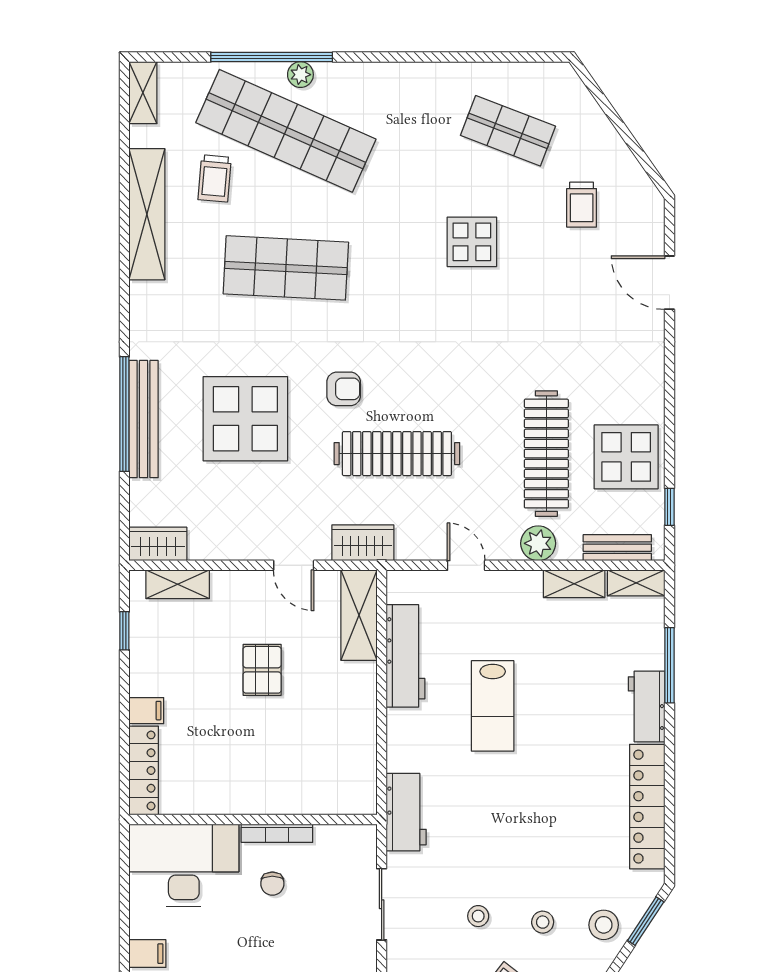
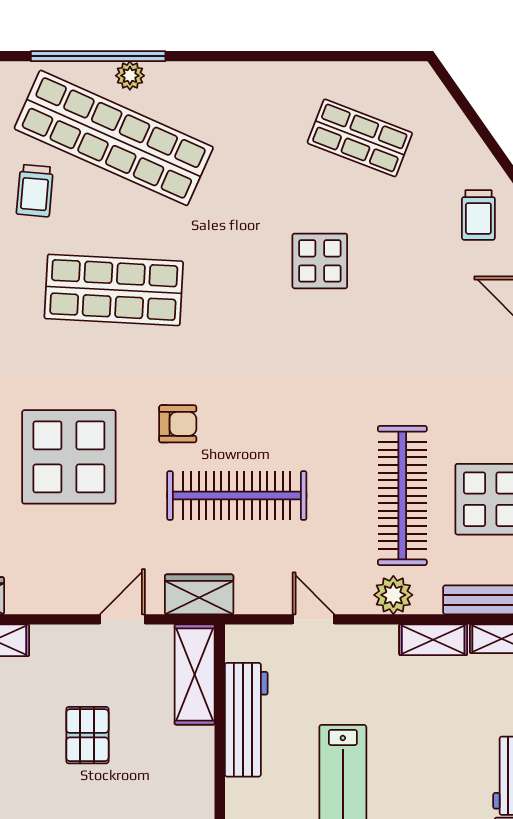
trolley: (582, 205) -> (478, 215), moved
door: (294, 565) -> (122, 619), swing flipped

